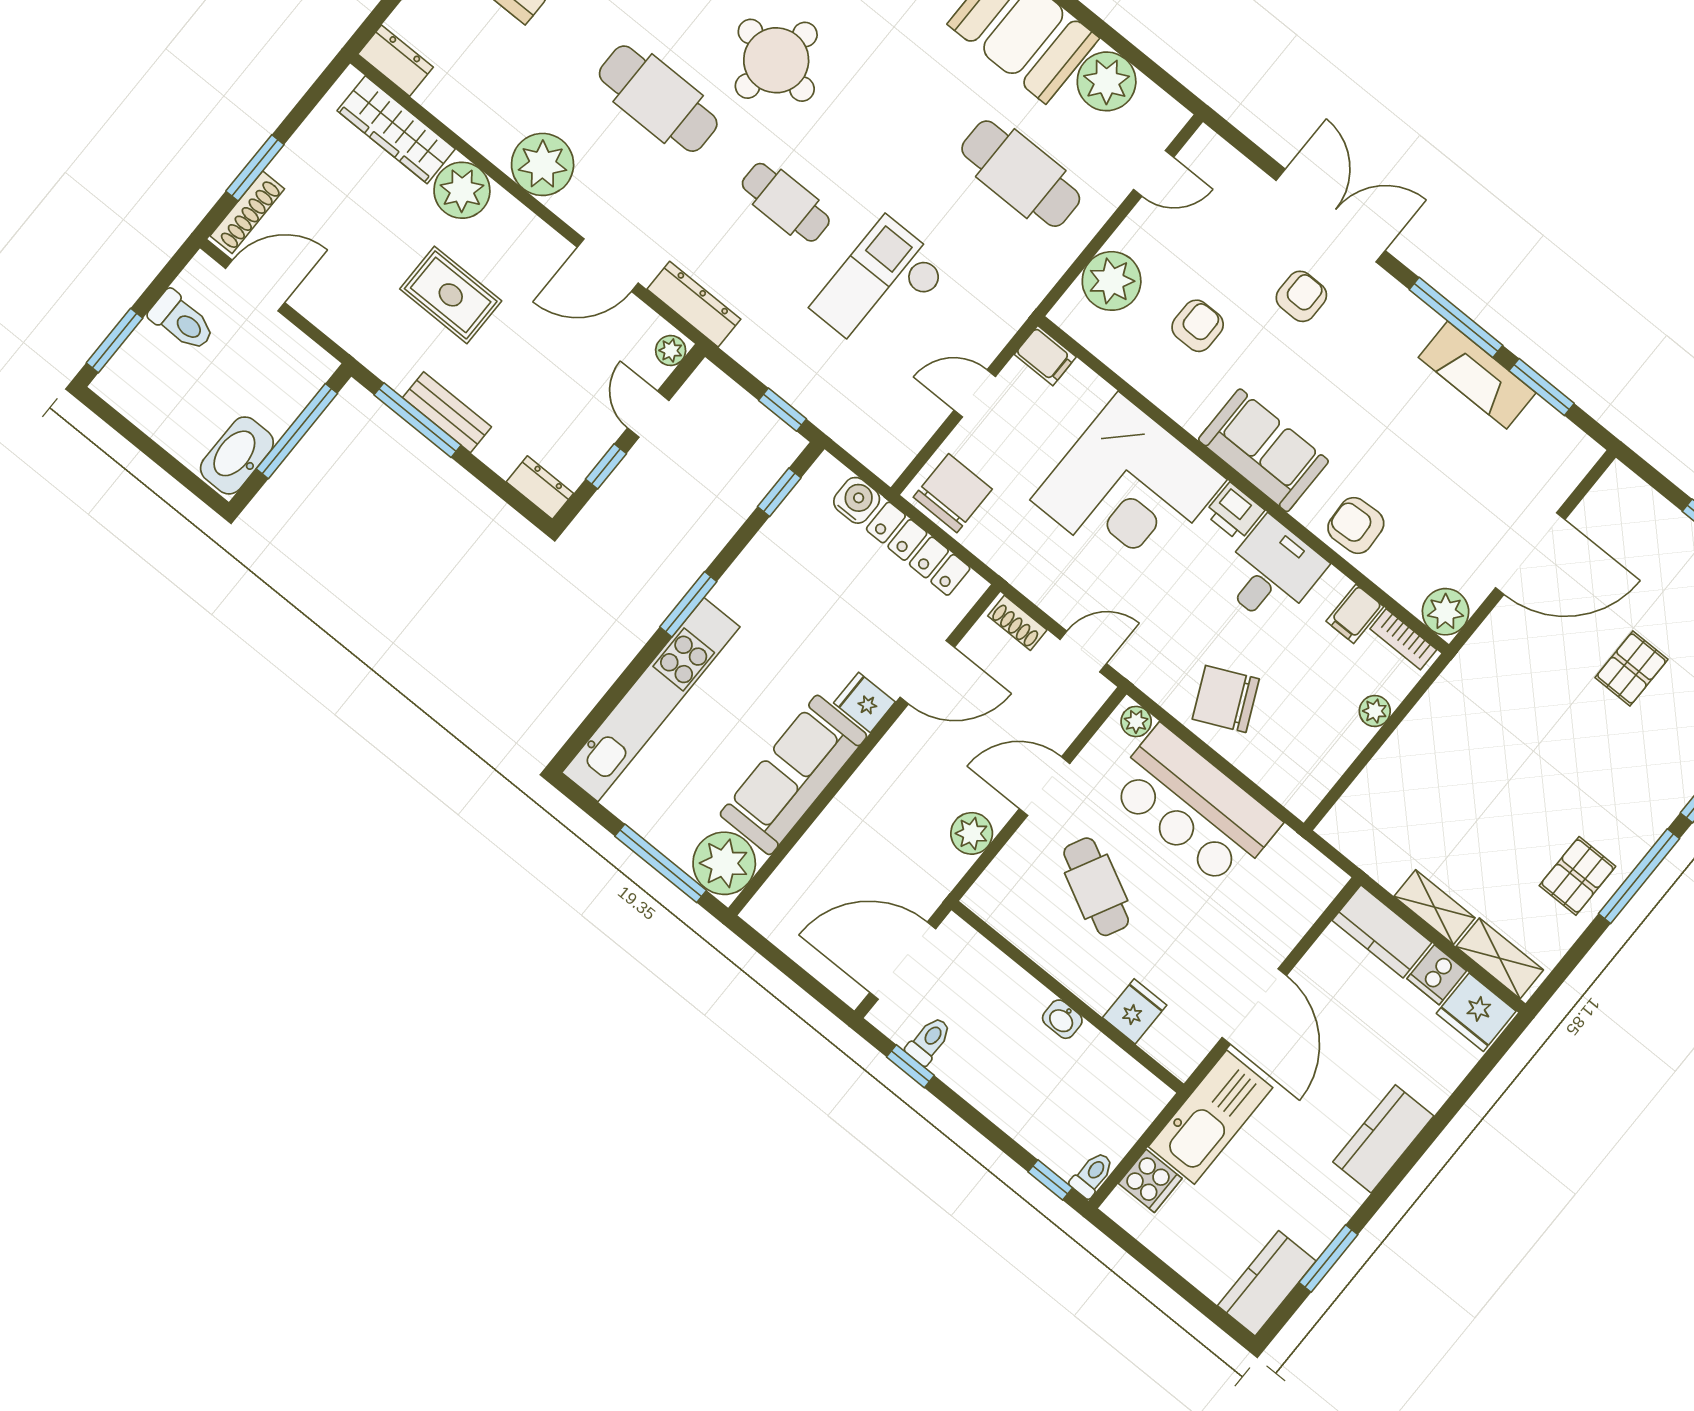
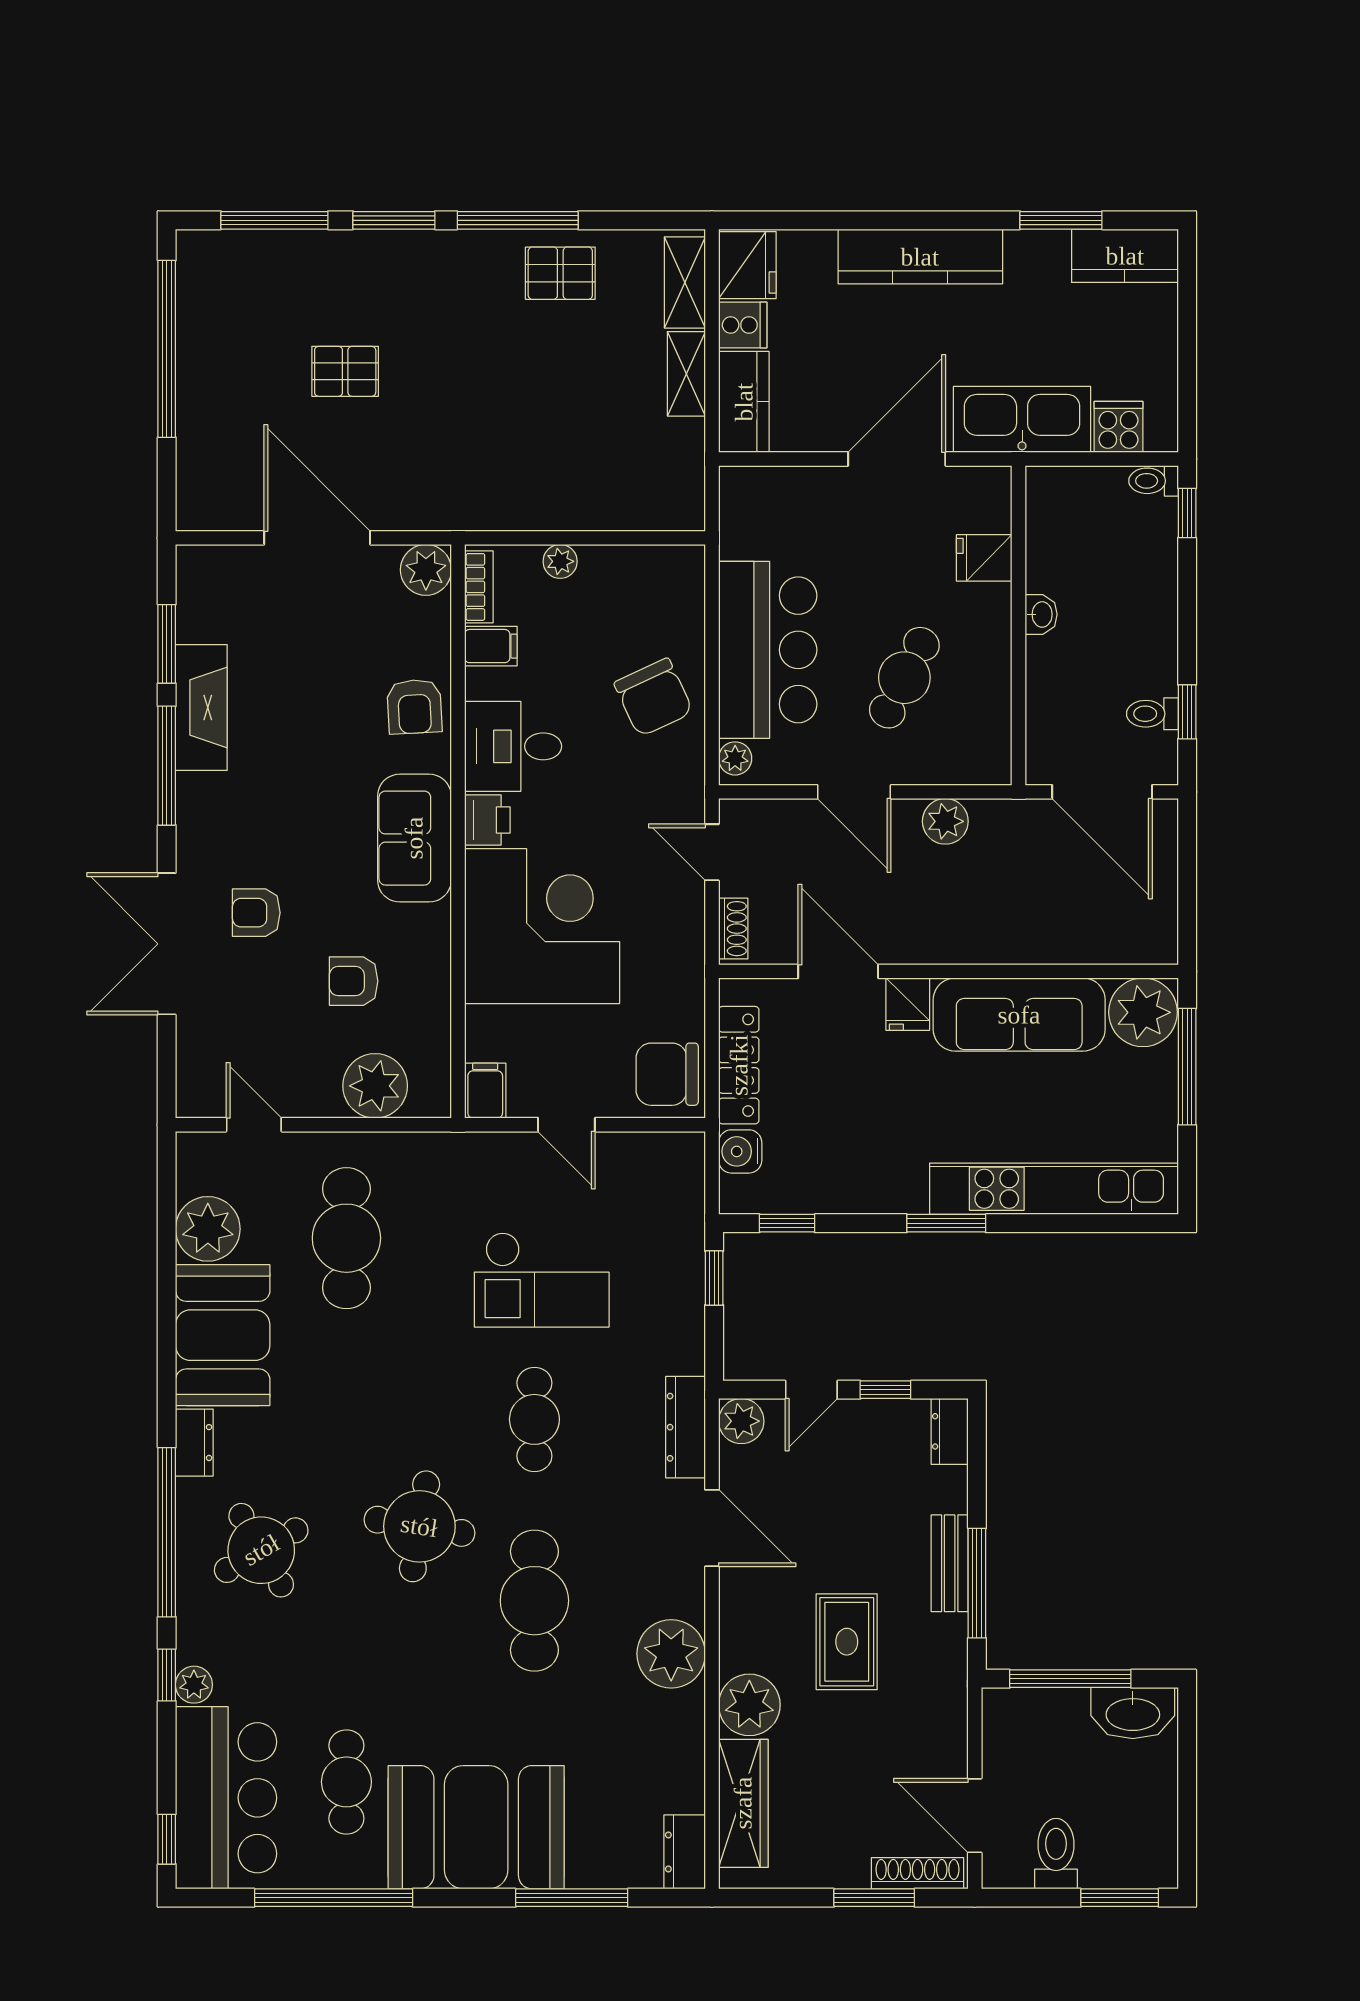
plant: (671, 350) -> (741, 1421), width x1.38, depth x1.38
kitchen counter: (1383, 1139) -> (920, 257), width x1.50

